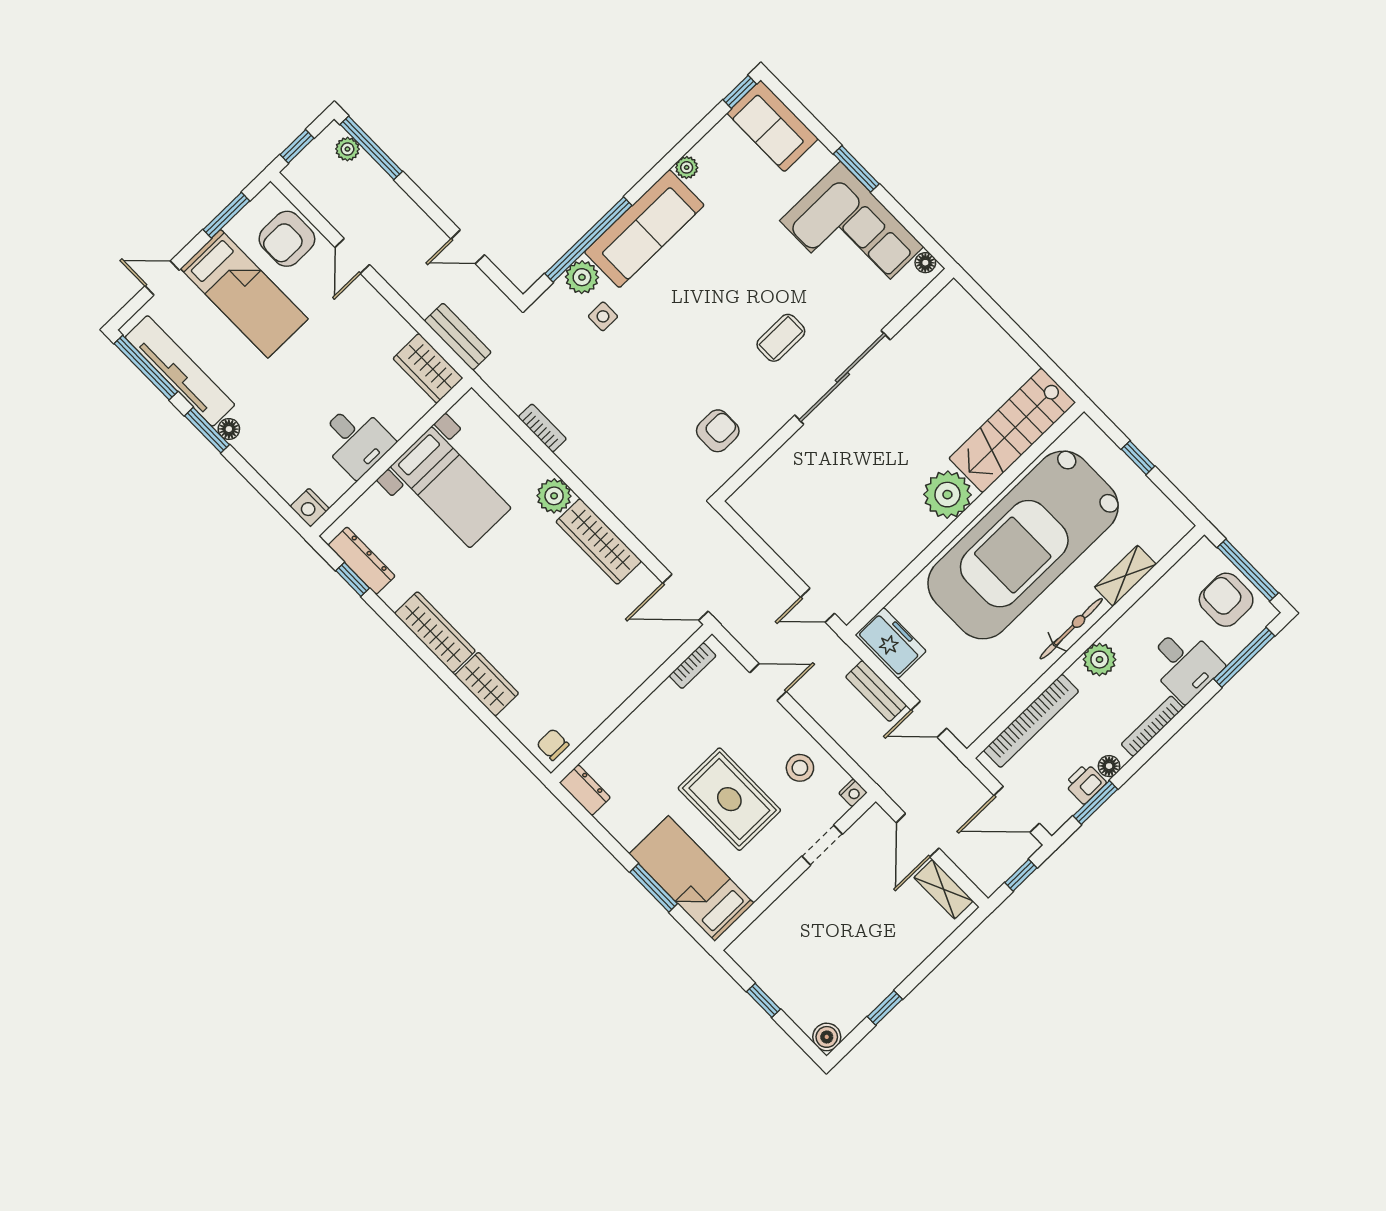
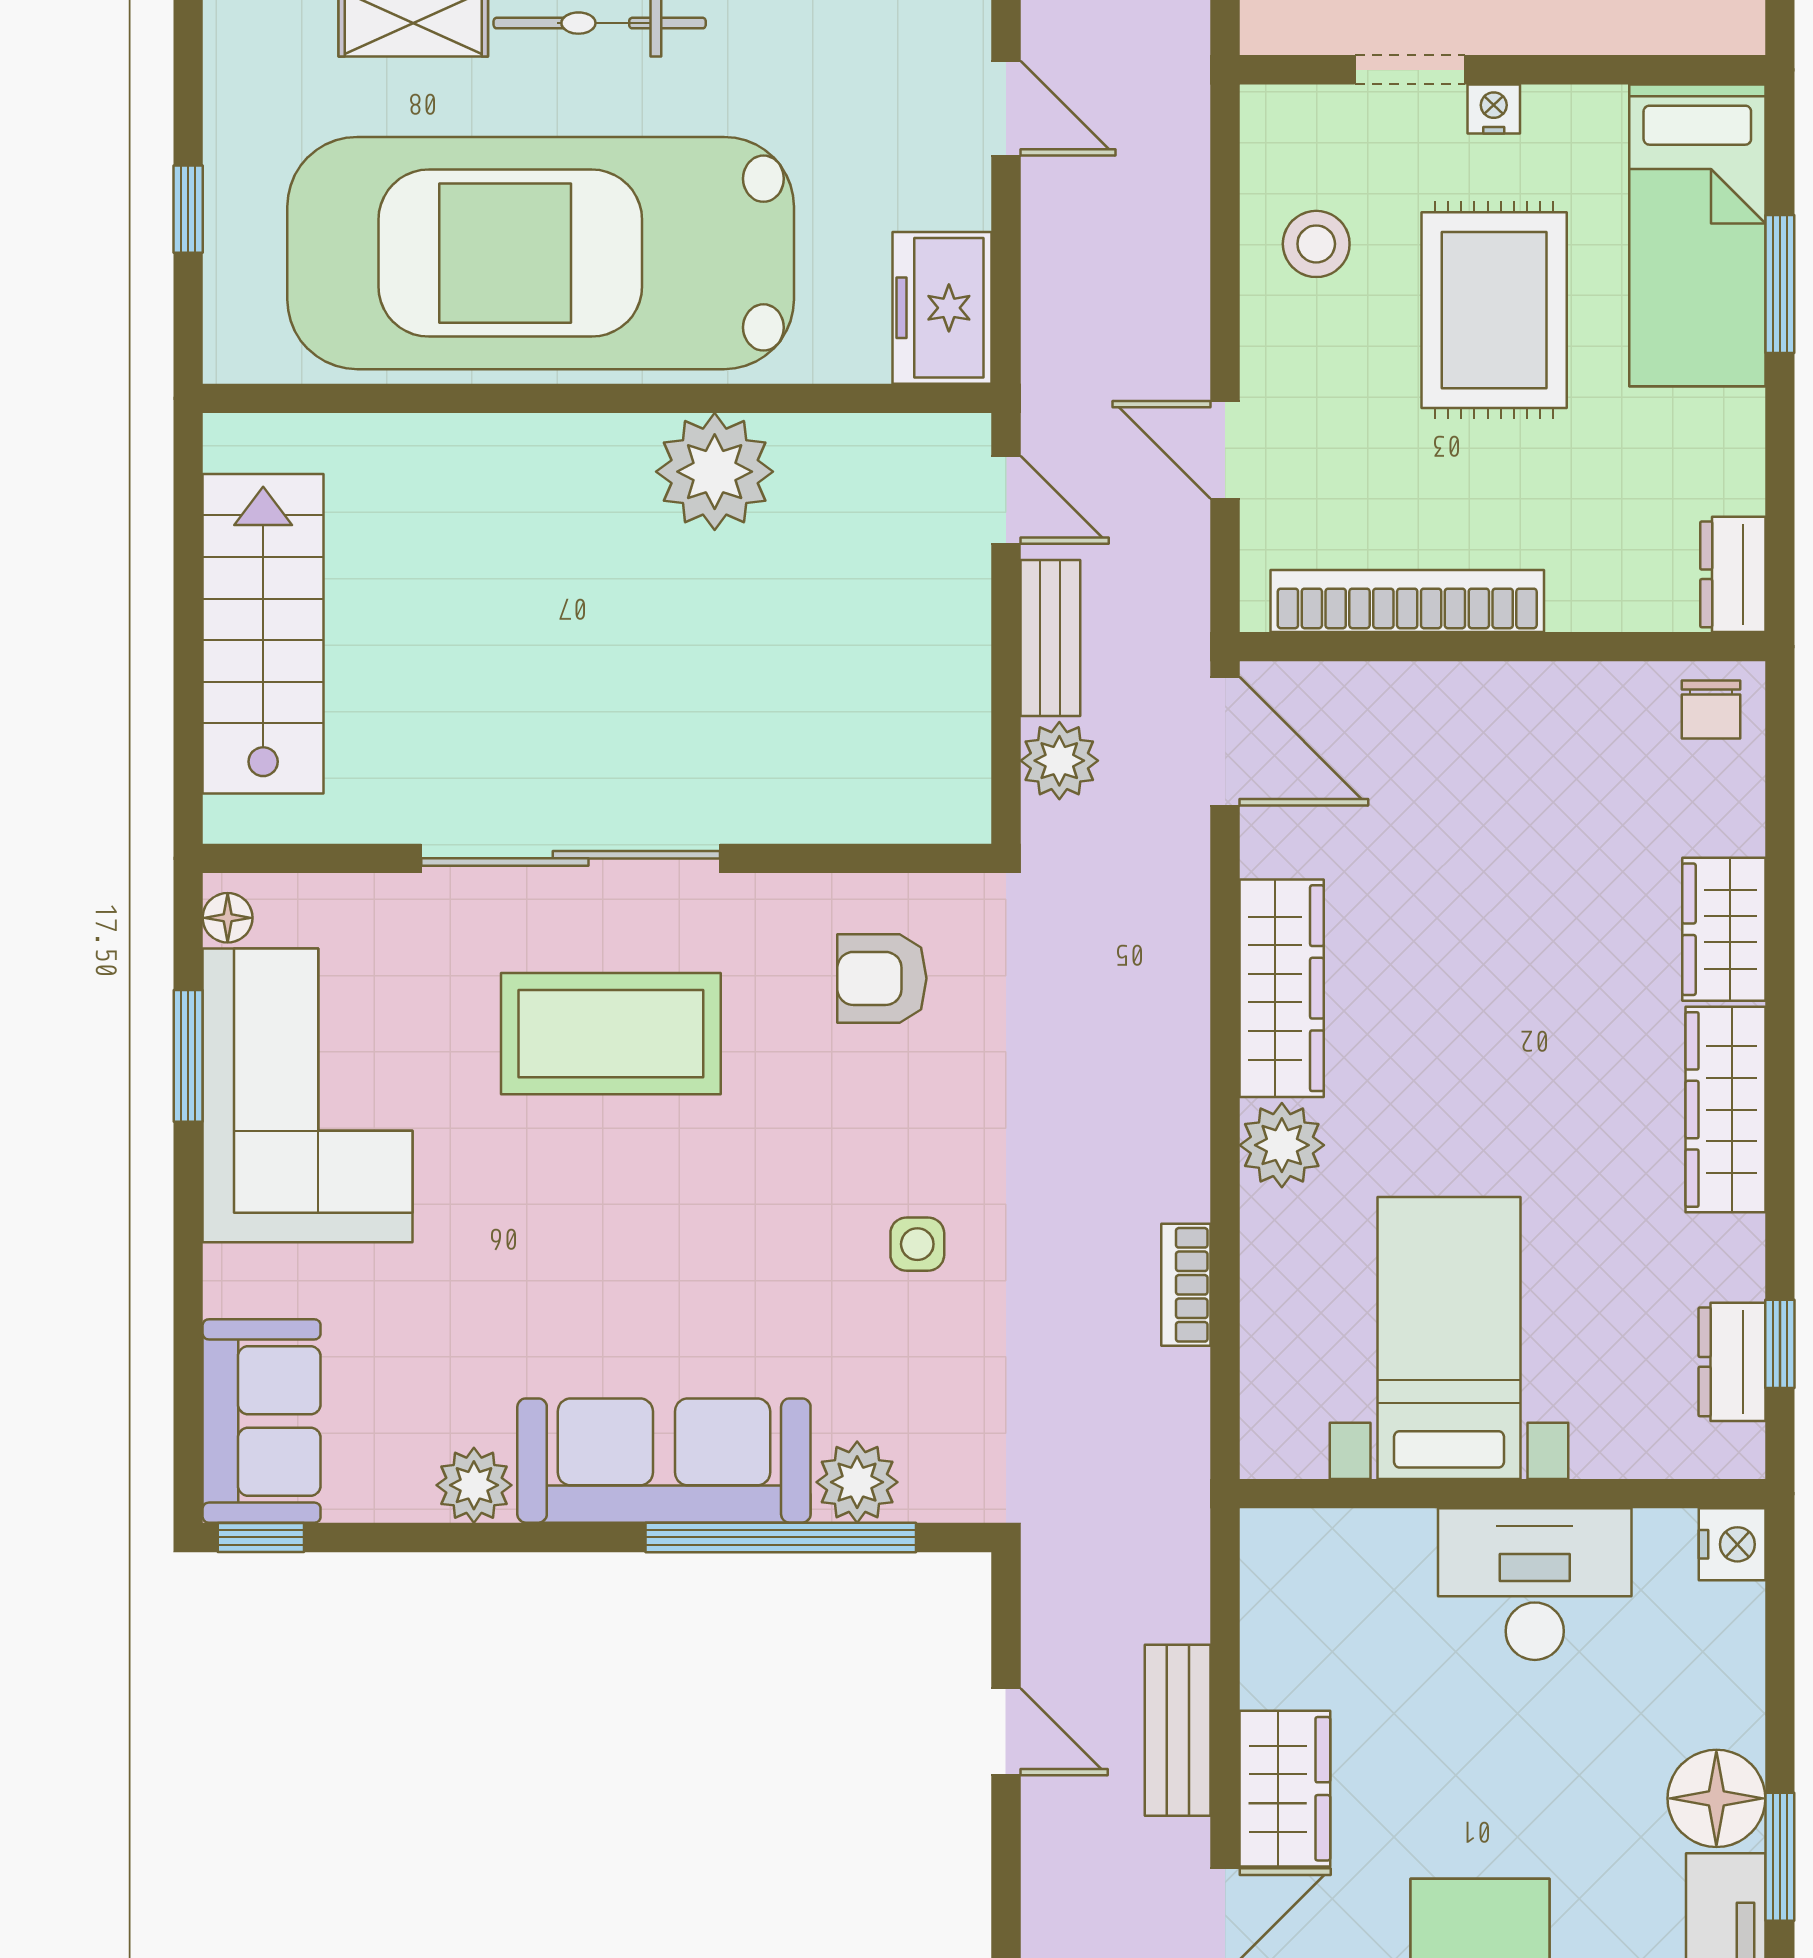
plant: (687, 167) -> (474, 1485), width x1.38, depth x1.38
window: (856, 169) -> (188, 1056), moved
side table: (603, 316) -> (917, 1244), moved
bench: (458, 337) -> (1178, 1730), moved
coffee table: (781, 338) -> (611, 1034), width x1.86, depth x1.72
wardrobe: (428, 368) -> (1285, 1789), moved
floor lamp: (229, 429) -> (1716, 1798), width x1.89, depth x1.89
stairs: (1012, 430) -> (263, 634), moved, turned -90
desk: (356, 440) -> (1535, 1584), width x1.37
plant: (947, 495) -> (715, 472), moved
plant: (728, 545) -> (1059, 761), added
car: (1023, 545) -> (541, 253), turned 180
dresser: (362, 561) -> (1732, 1362), width x0.70
bookcase: (693, 666) -> (1407, 601), width x2.31, depth x1.31
bench: (876, 691) -> (1050, 638), moved
nightstand: (853, 793) -> (1494, 109), moved

